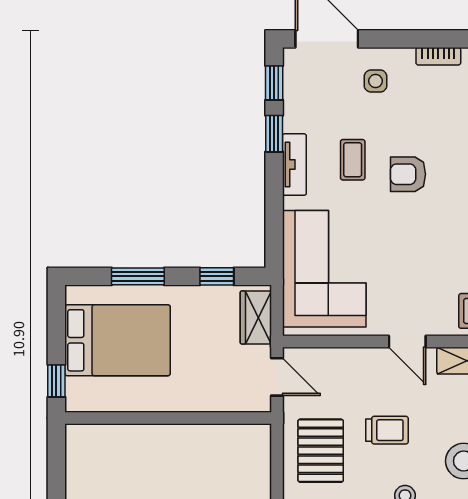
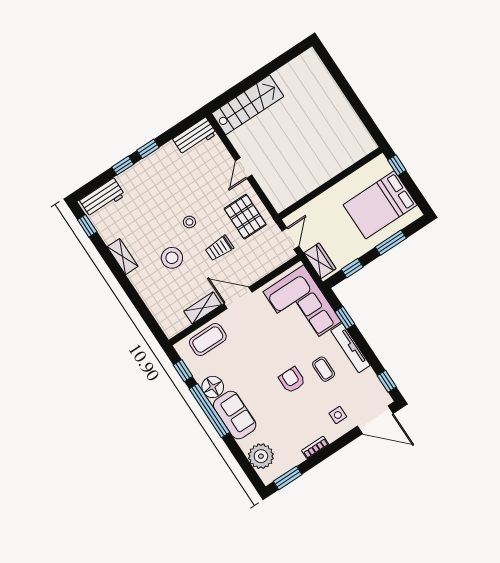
window: (274, 134) -> (345, 318), moved
tv unit: (294, 165) -> (351, 348), width x1.41
armchair: (408, 174) -> (292, 380), turned -90
door: (407, 342) -> (238, 298), width x1.38
door: (277, 377) -> (290, 239), swing flipped

